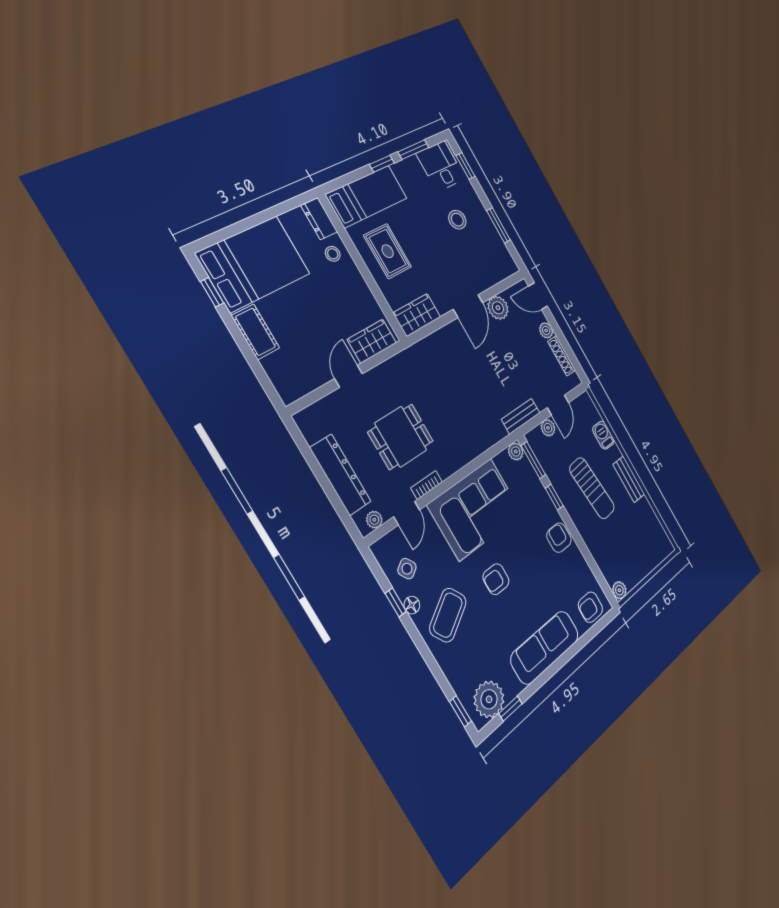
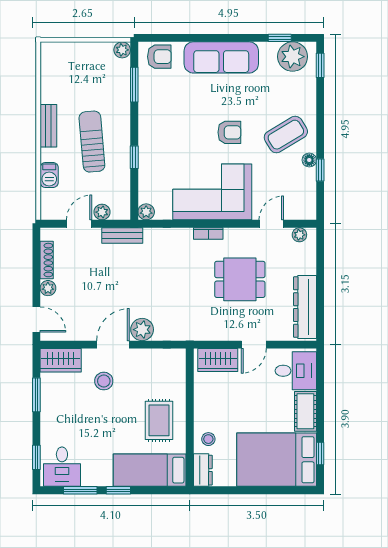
stool: (457, 220) -> (104, 381), moved
plant: (498, 308) -> (142, 330), moved
wardrobe: (417, 315) -> (61, 360), moved
desk: (292, 371) -> (296, 371), added
window: (533, 460) -> (134, 85), moved
dresser: (340, 475) -> (305, 307), moved
bookcase: (427, 485) -> (208, 233), moved
armchair: (559, 538) -> (152, 125), removed
side table: (407, 569) -> (297, 186), removed

